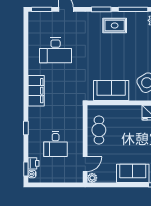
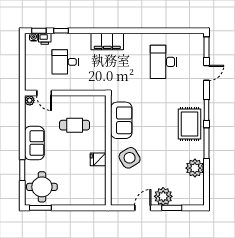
rug: (115, 26) -> (190, 124), width x1.36, depth x1.43
filing cabinet: (36, 91) -> (107, 42), moved
window: (26, 128) -> (61, 31), moved
cafe table: (99, 130) -> (75, 125), moved

